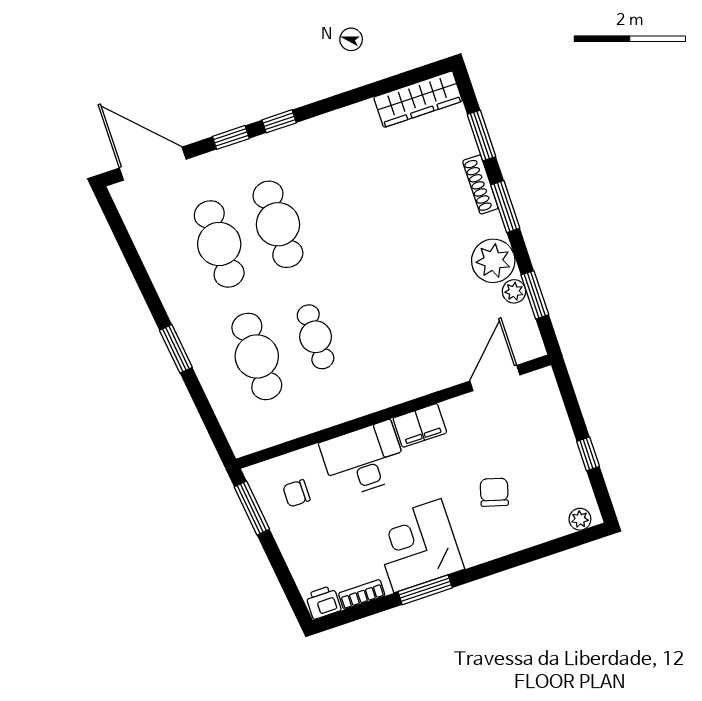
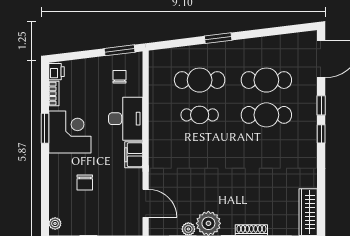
chair: (494, 492) -> (85, 183), turned 74

